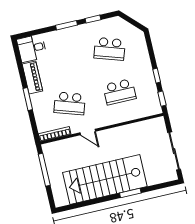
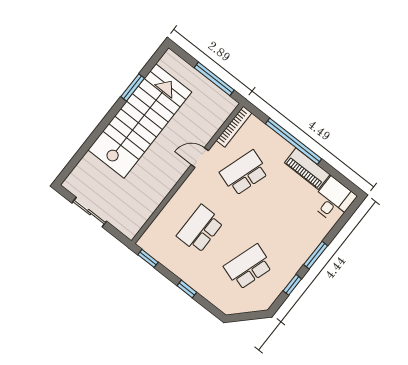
window: (157, 76) -> (187, 289), moved
window: (28, 99) -> (294, 141), width x2.11
sliding door: (174, 151) -> (89, 212), width x0.73
window: (130, 193) -> (133, 87), moved

